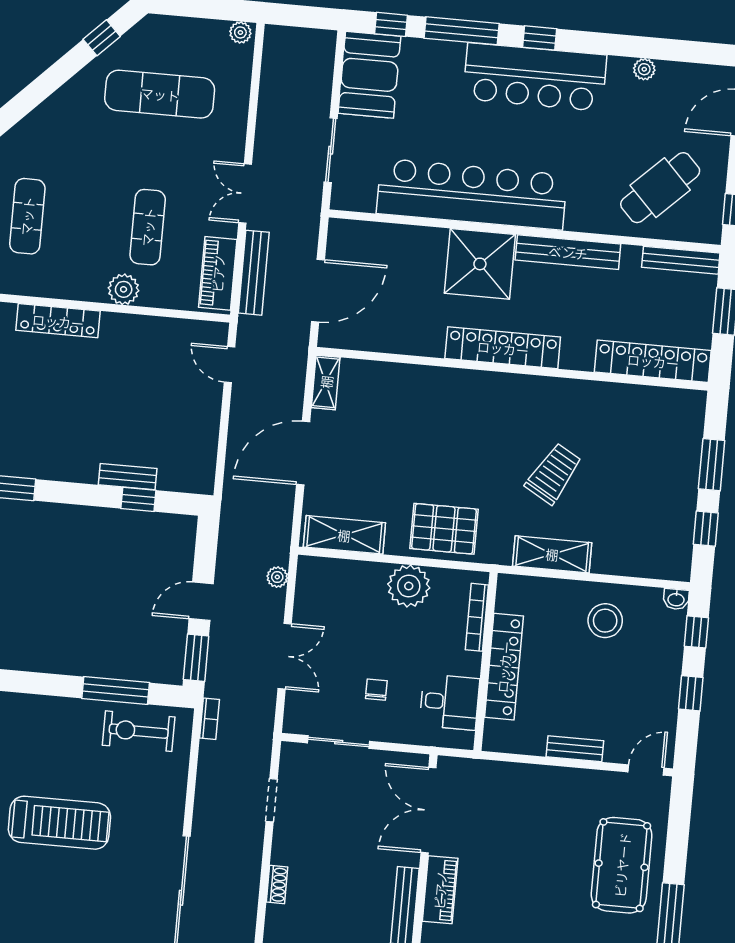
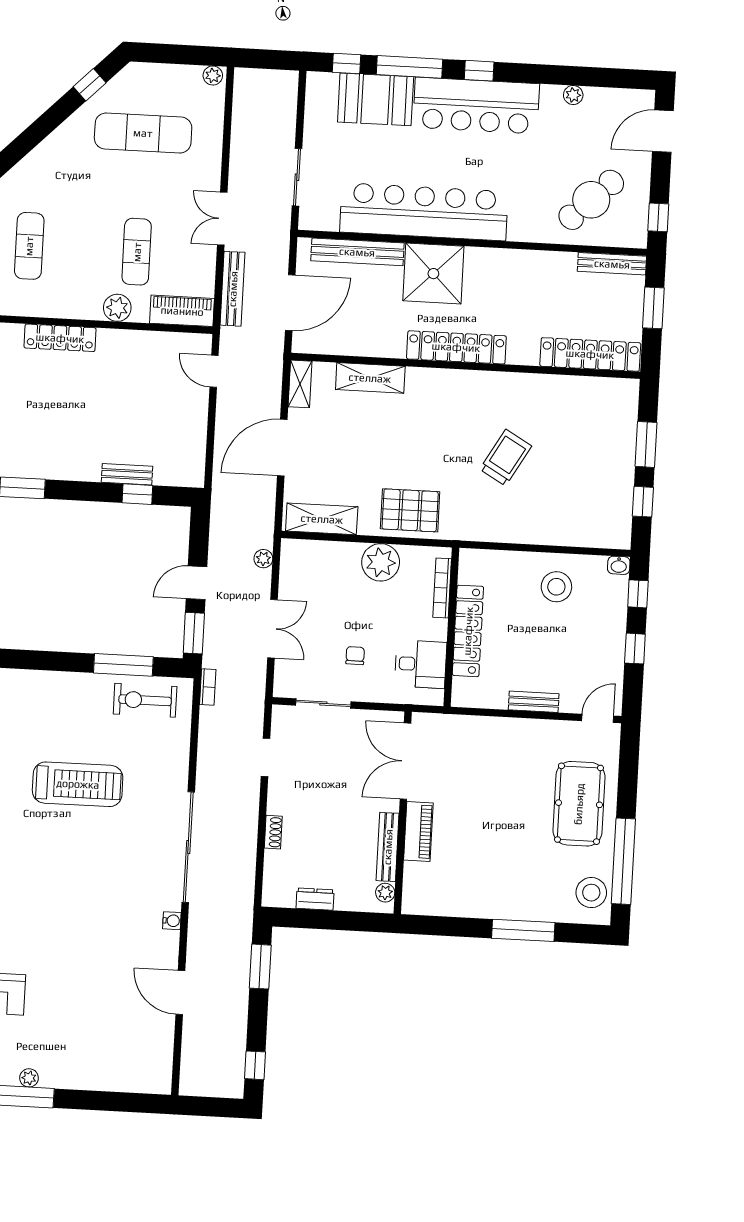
booth: (369, 75) -> (376, 99), moved, turned 90
bench: (568, 252) -> (357, 252), moved
piano: (218, 273) -> (182, 311), moved, turned 90
shelving: (552, 554) -> (370, 378), moved

